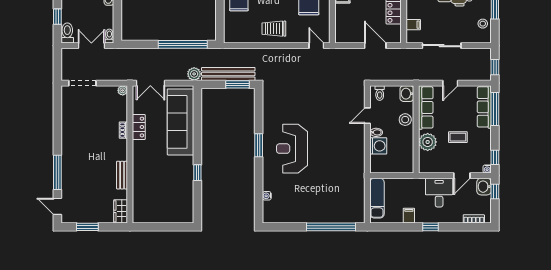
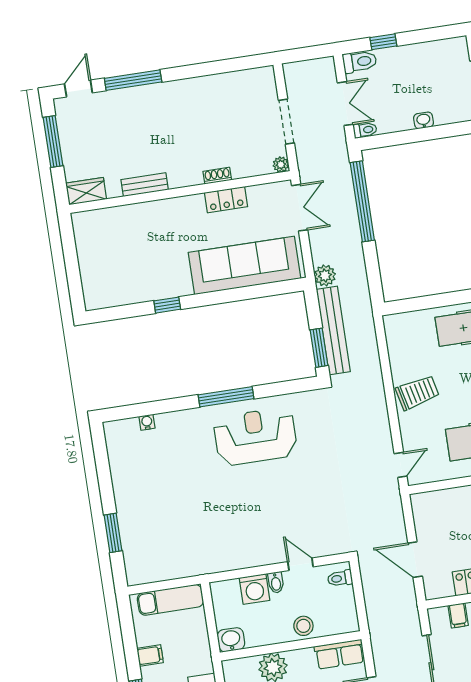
trolley: (274, 29) -> (417, 393), turned 77
window: (183, 44) -> (362, 201), moved
door: (375, 46) -> (415, 560), swing flipped
doorway: (82, 83) -> (286, 122), moved
double door: (150, 83) -> (300, 208), swing flipped
washbasin: (407, 94) -> (231, 640), moved
row of seats: (426, 107) -> (339, 654), width x0.68
window: (259, 145) -> (226, 397), width x1.44
reception desk: (292, 149) -> (255, 436), moved
window: (87, 227) -> (53, 142), width x1.44
window: (331, 227) -> (113, 533), width x0.47

